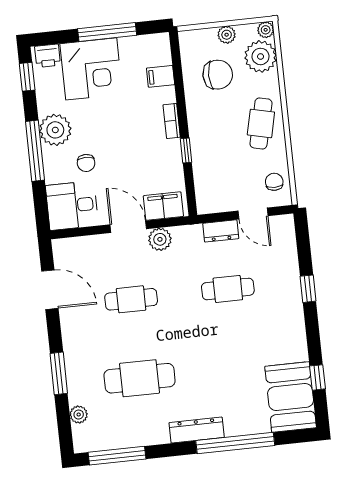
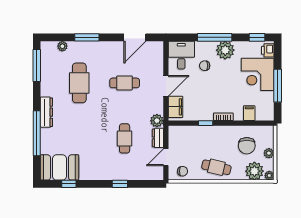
plant: (160, 239) -> (157, 121), moved
cafe table: (131, 299) -> (125, 83), turned 90

